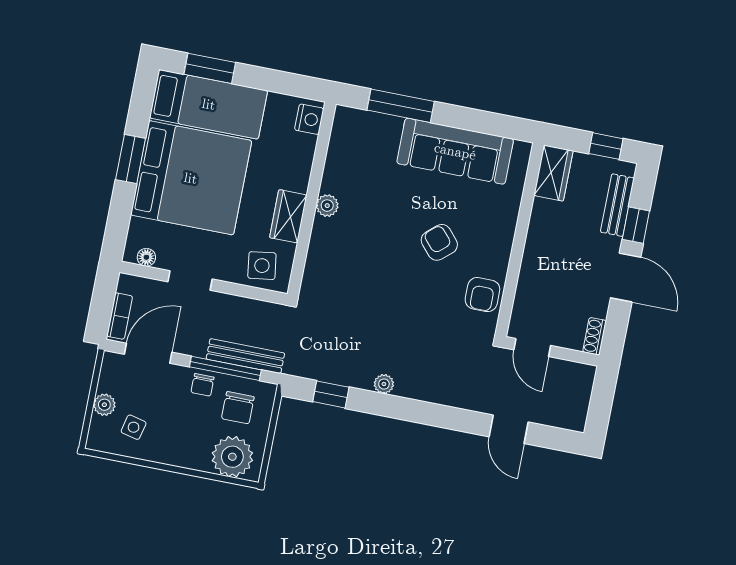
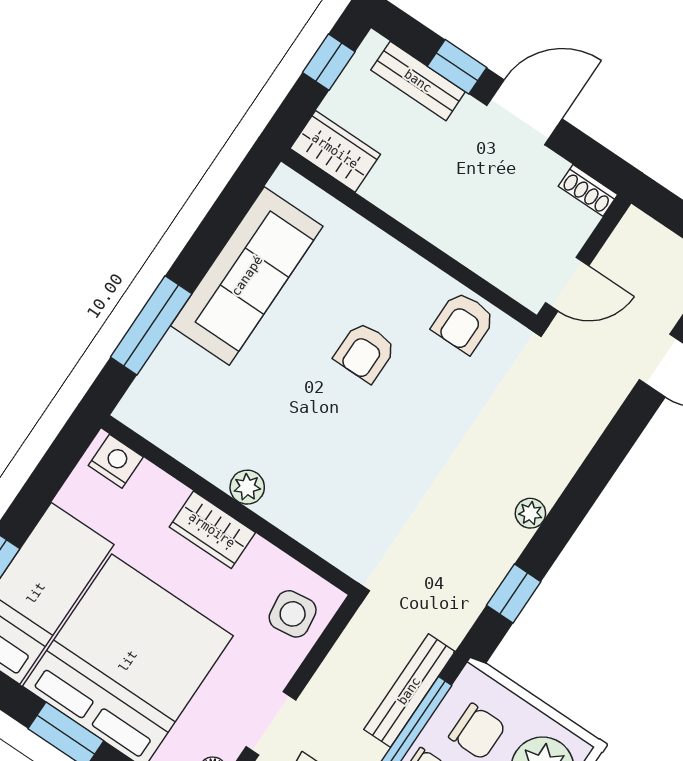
wardrobe: (288, 216) -> (212, 530), moved
armchair: (439, 242) -> (365, 352), turned -49
armchair: (482, 295) -> (463, 322), turned 90

